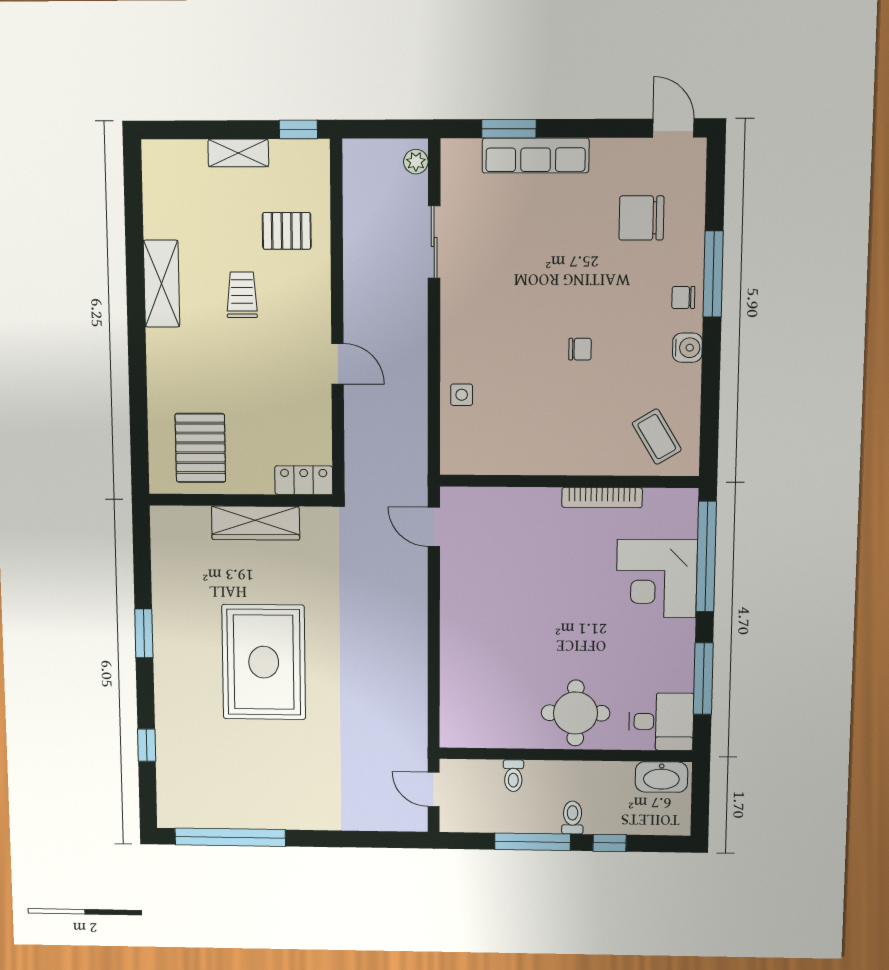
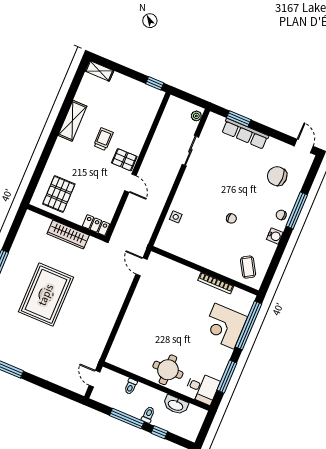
shelving: (238, 153) -> (99, 71), moved
pallet: (287, 231) -> (124, 160), moved
washbasin: (661, 777) -> (176, 405), moved

